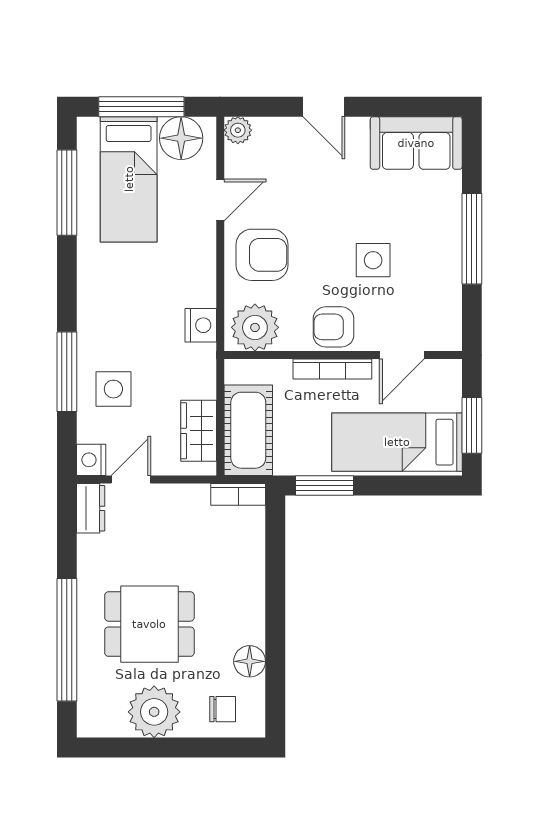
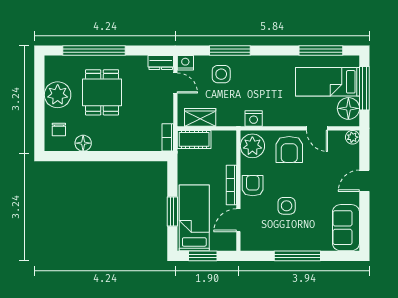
door: (402, 355) -> (238, 220), hinge flipped
cot: (248, 430) -> (194, 139), width x0.73, depth x0.75
window: (324, 485) -> (172, 212), moved

